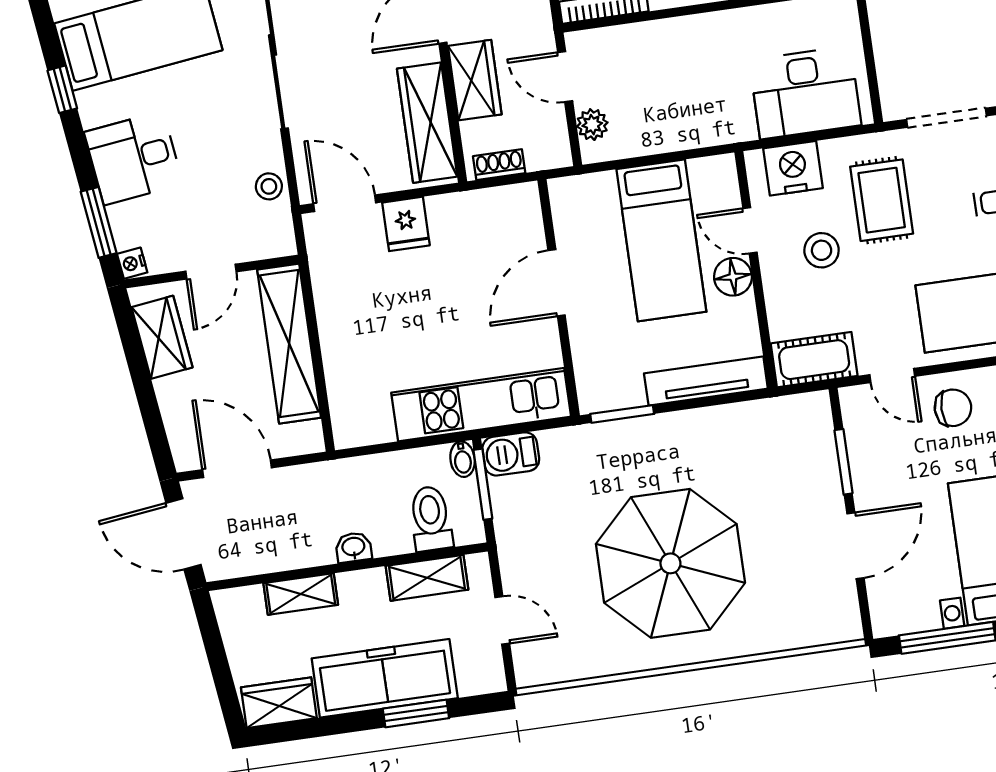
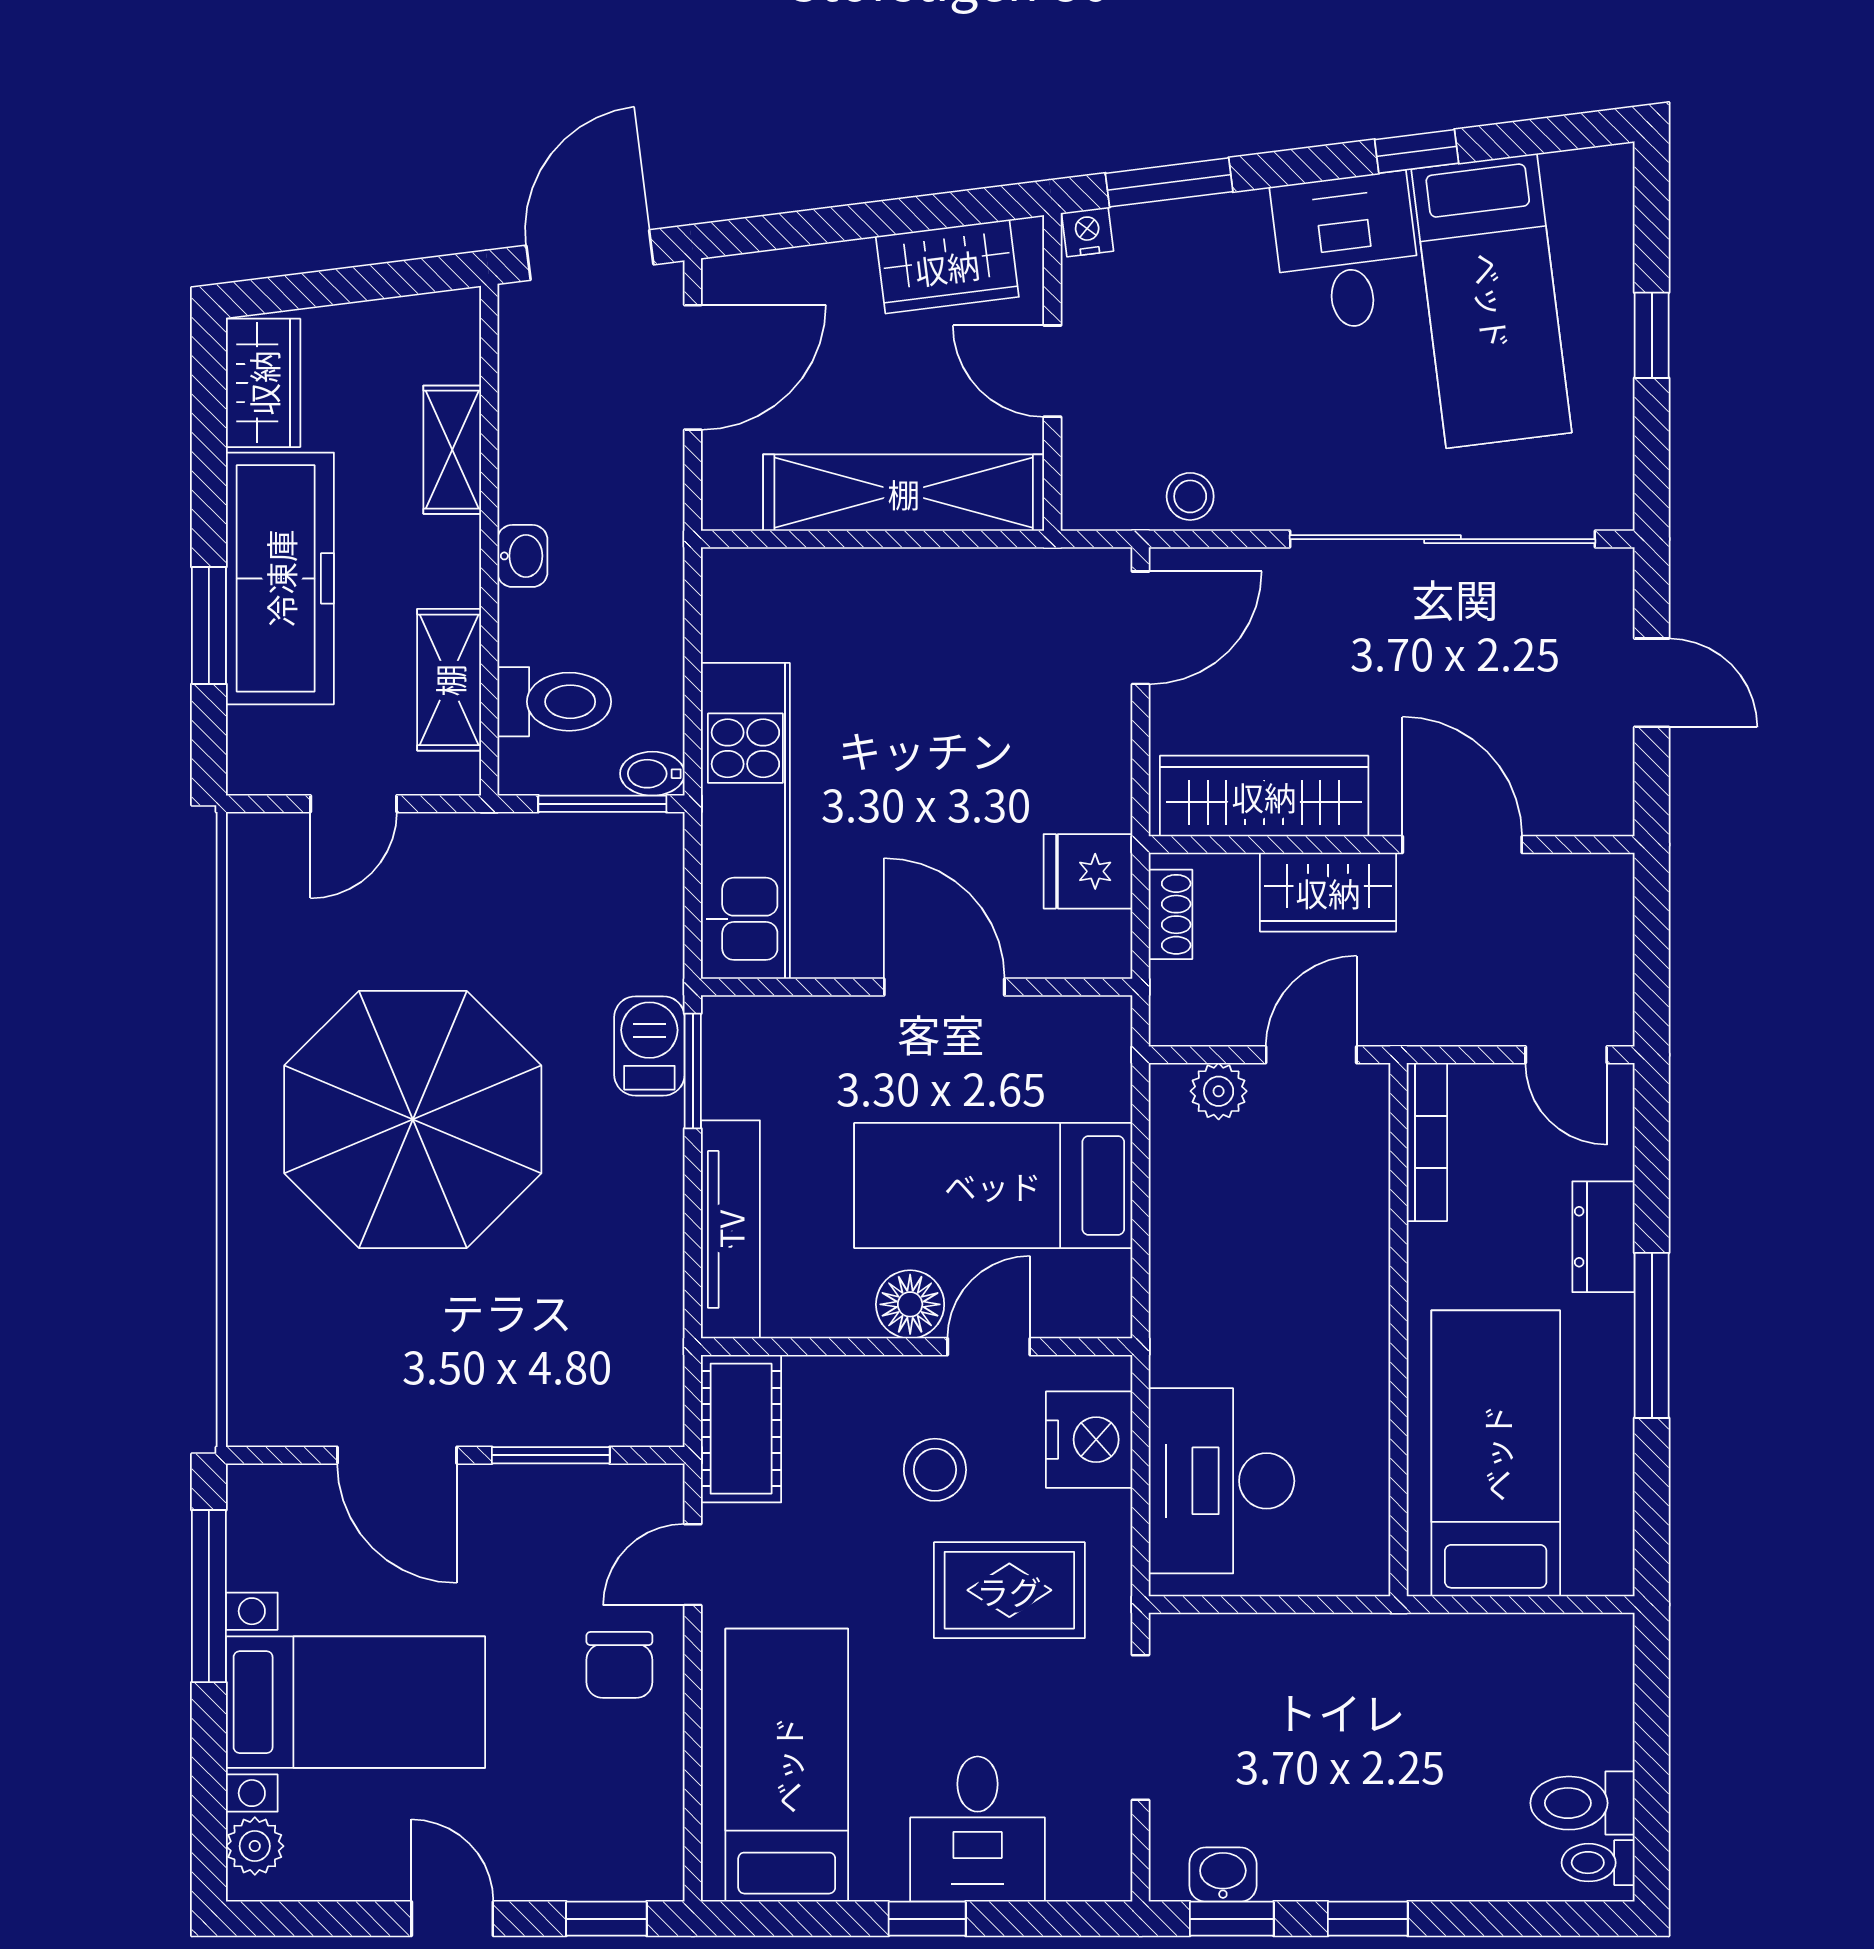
desk: (133, 158) -> (1347, 252), moved
fridge: (406, 224) -> (1088, 871), moved
barbecue: (511, 454) -> (649, 1046), moved

